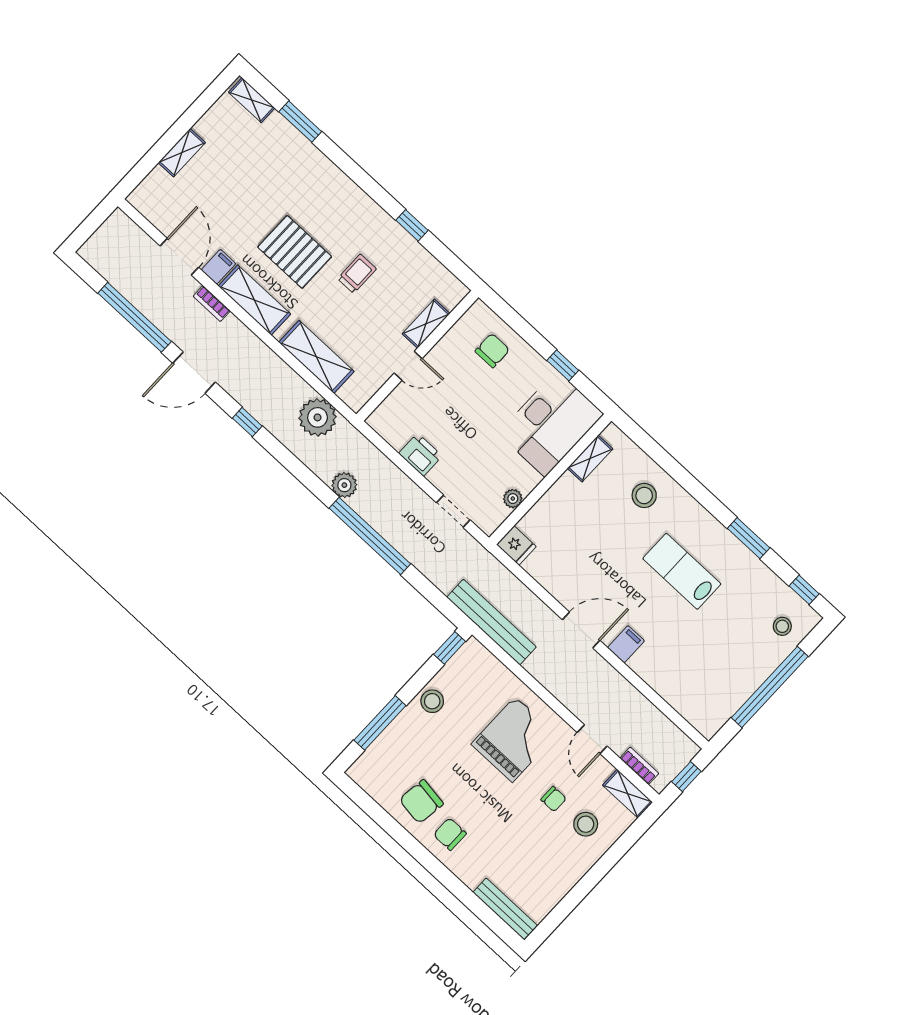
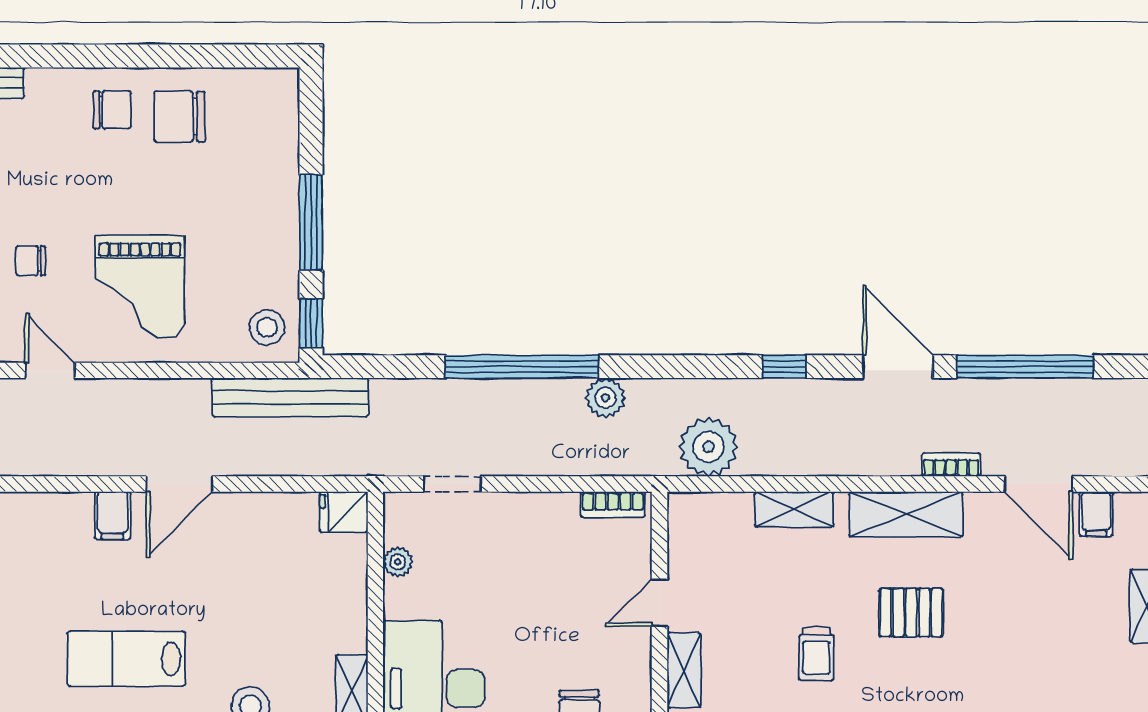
pallet: (295, 252) -> (911, 613), width x0.67, depth x0.71
filing cabinet: (218, 267) -> (1096, 514), moved
shelving: (316, 357) -> (794, 509), width x0.67, depth x0.75
door: (194, 373) -> (898, 367), hinge flipped
bookcase: (387, 432) -> (613, 505), added
printer: (420, 455) -> (551, 514), removed
lab bench: (682, 571) -> (126, 659), turned 180
stool: (432, 701) -> (267, 327), moved
window: (380, 723) -> (311, 222), moved
chair: (421, 802) -> (180, 117), turned -98

